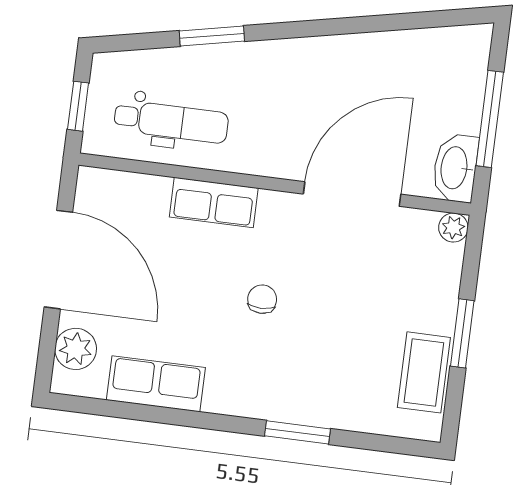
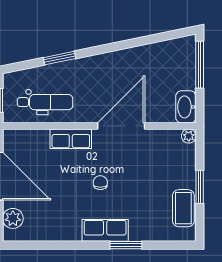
window: (490, 119) -> (200, 65), moved
door: (352, 194) -> (121, 126), moved
row of seats: (156, 384) -> (105, 230), moved

